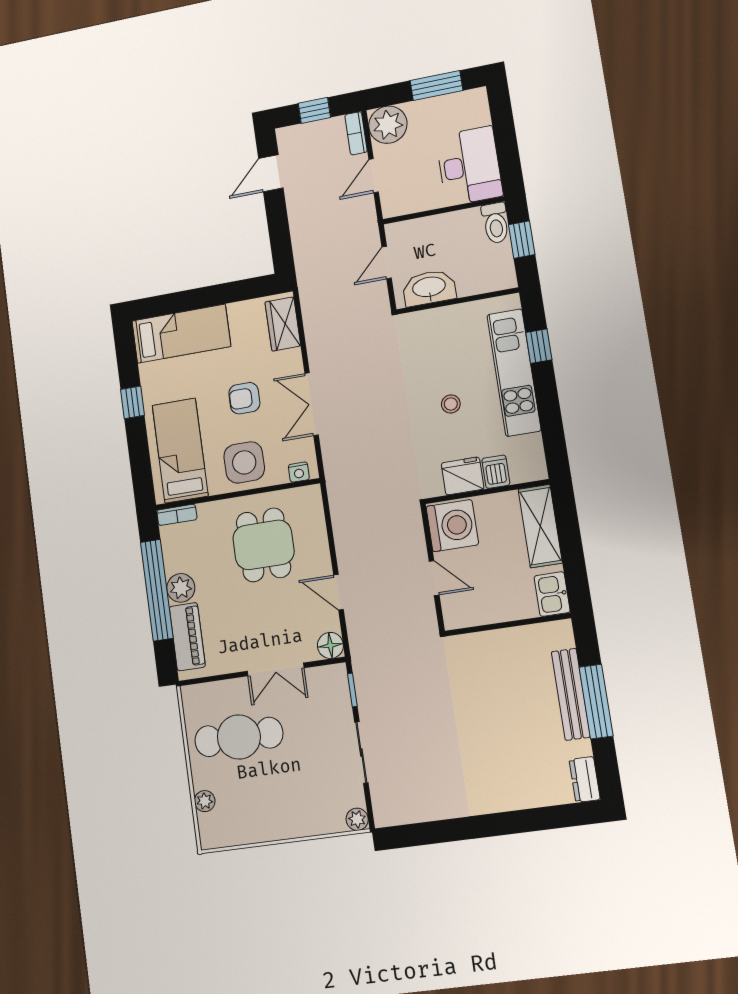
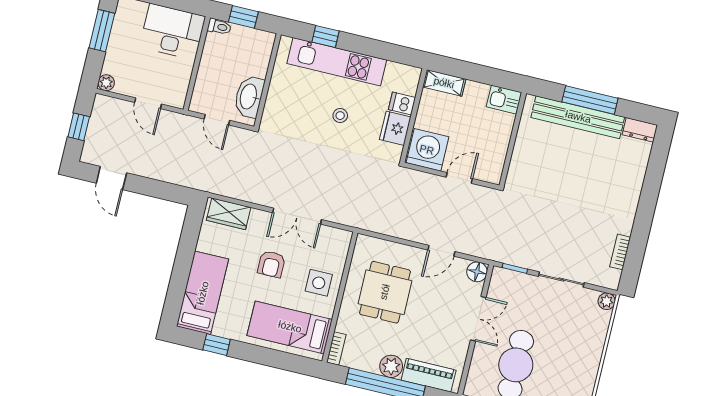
plant: (388, 125) -> (106, 83), width x0.53, depth x0.53
bookcase: (356, 133) -> (620, 252), moved, turned 90
toilet: (496, 223) -> (219, 27), width x0.73, depth x0.72
window: (132, 402) -> (217, 345), moved
side table: (244, 462) -> (319, 283), width x0.73, depth x0.73
nightstand: (299, 472) -> (343, 245), removed
shelving: (540, 526) -> (444, 83), width x0.67, depth x0.75
dining table: (264, 545) -> (385, 292), turned 90
bench: (571, 694) -> (578, 117), width x1.37, depth x1.21

